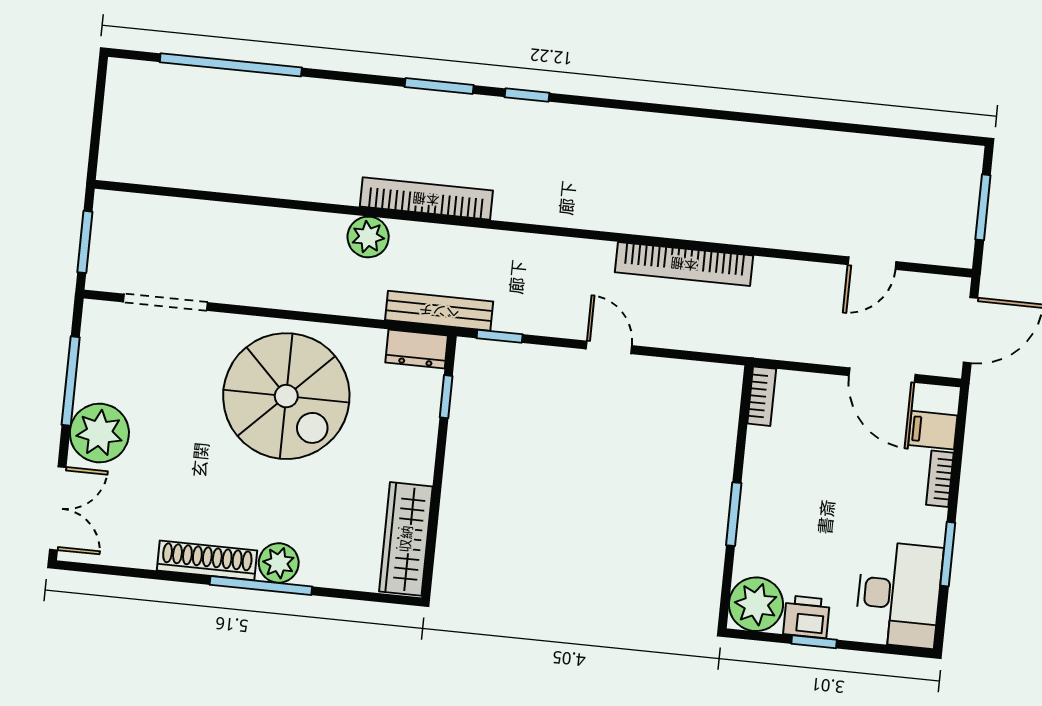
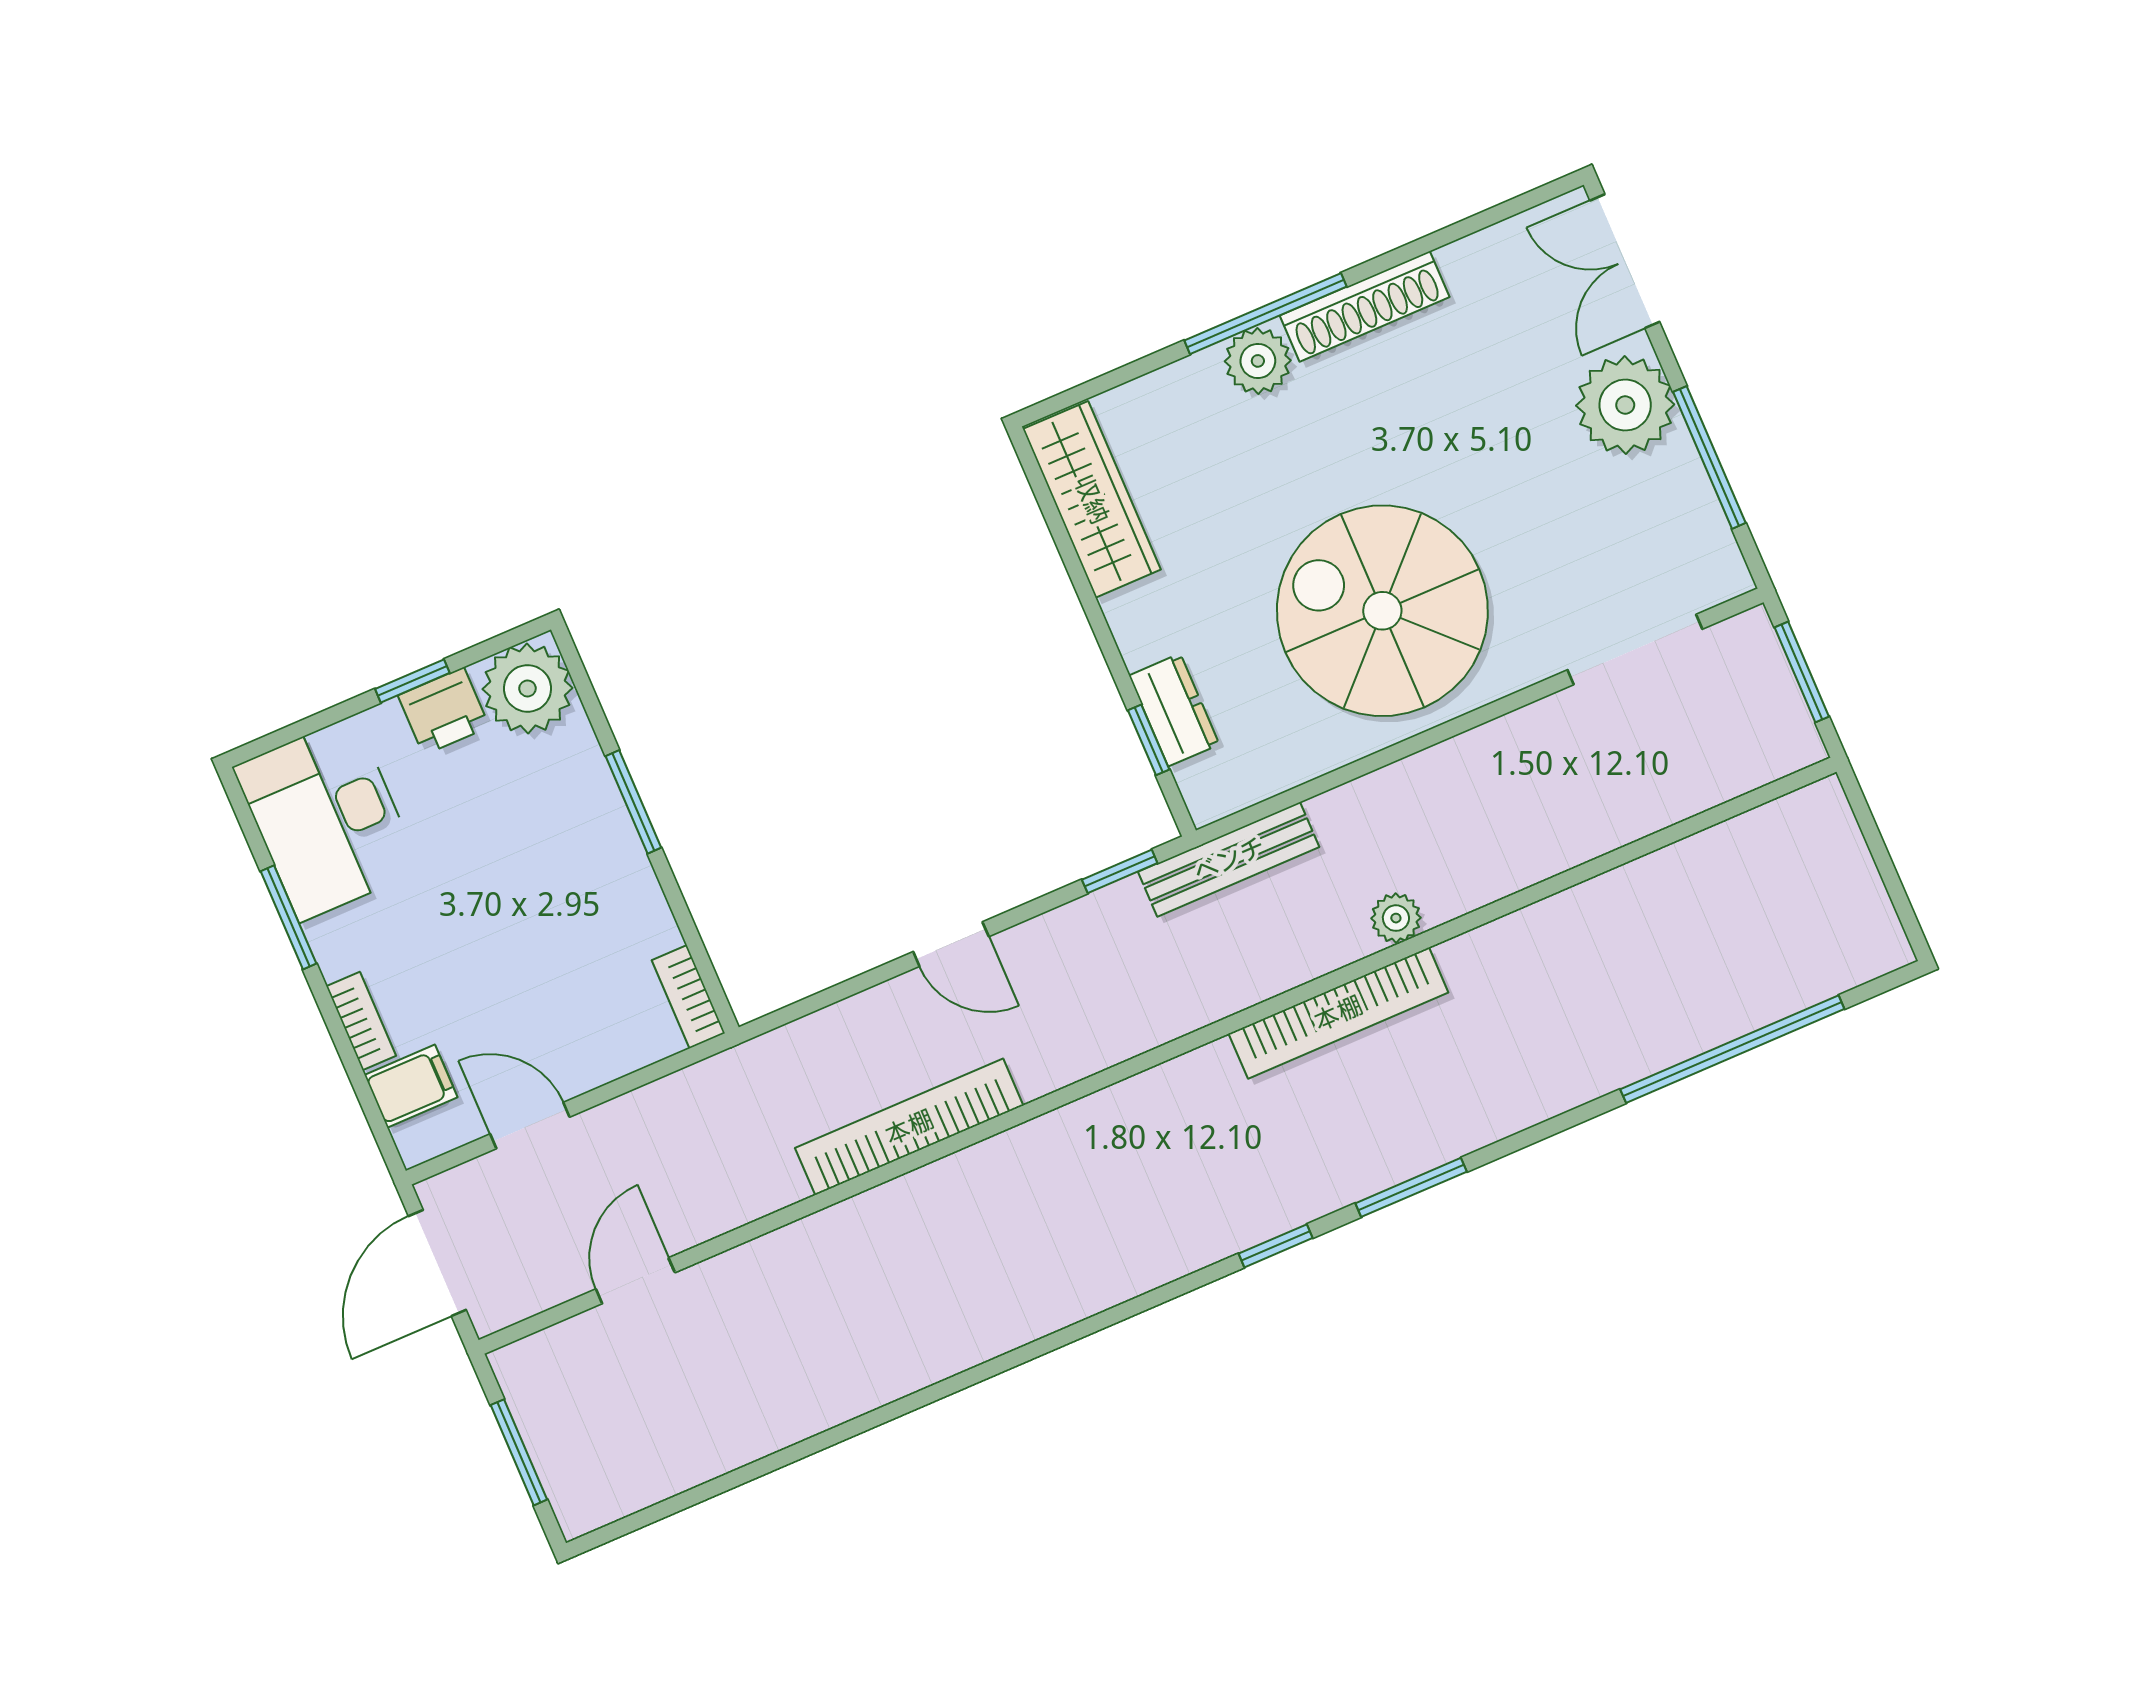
plant: (368, 237) -> (1396, 918), width x0.73, depth x0.73
dresser: (417, 349) -> (1174, 710), moved, turned 90
door: (882, 375) -> (530, 1125), width x0.73

